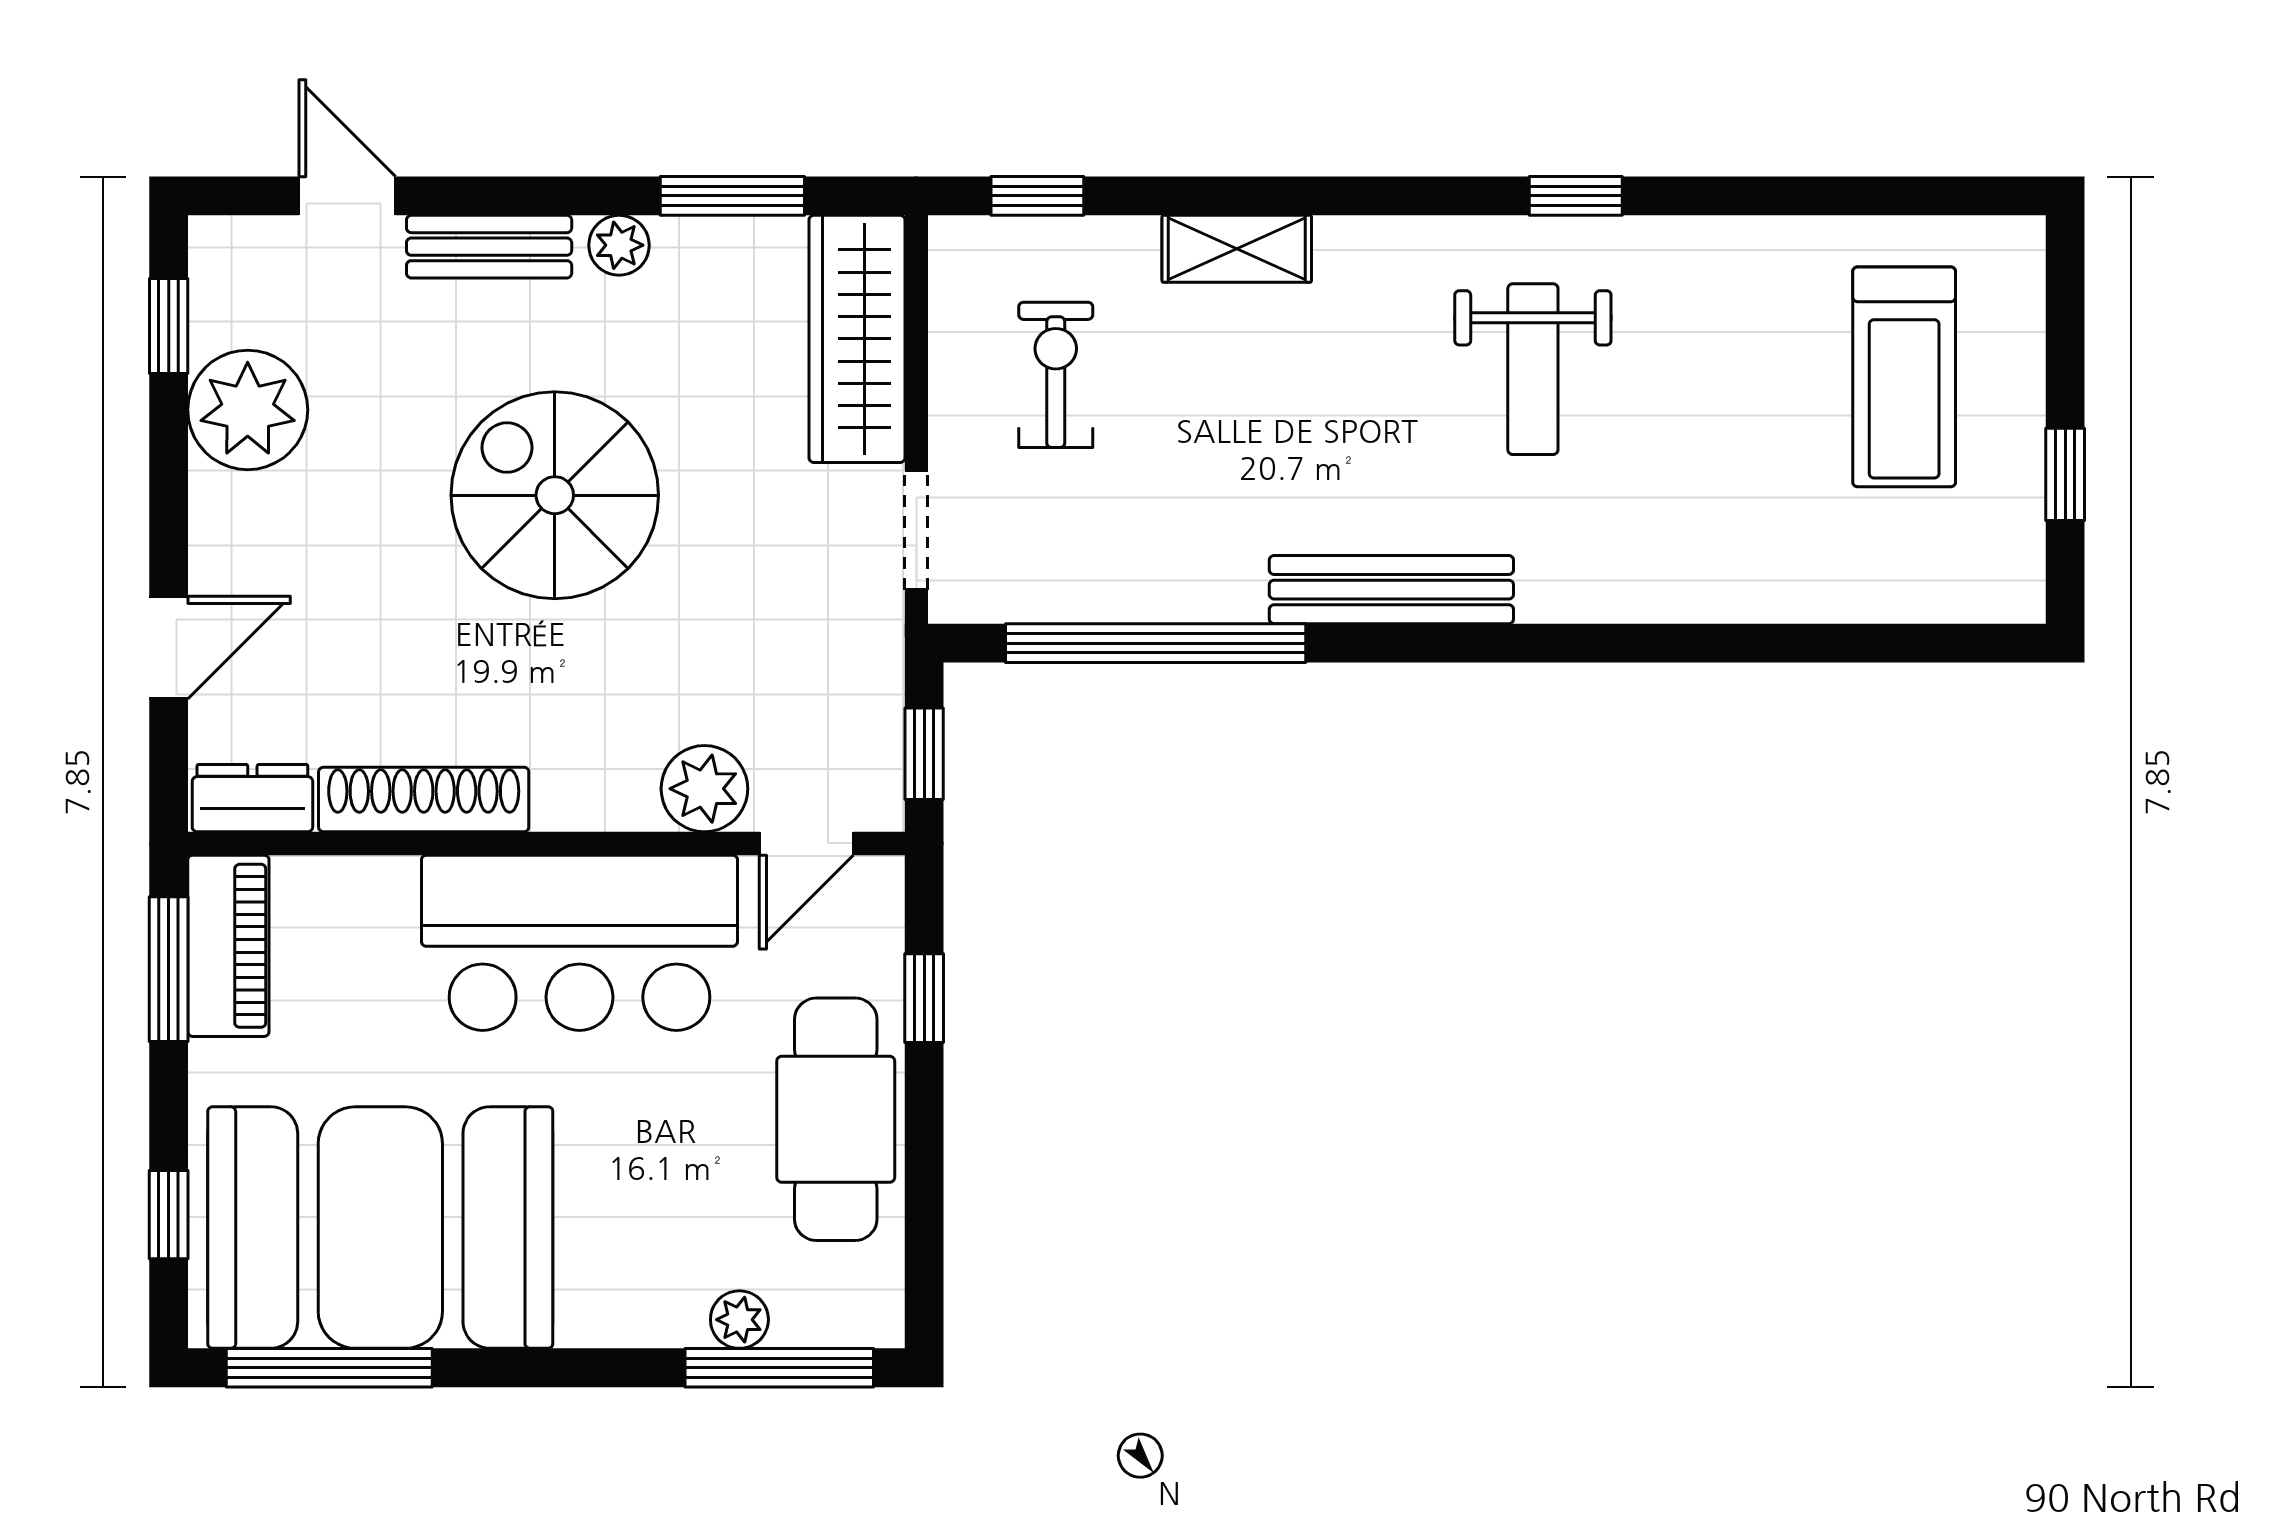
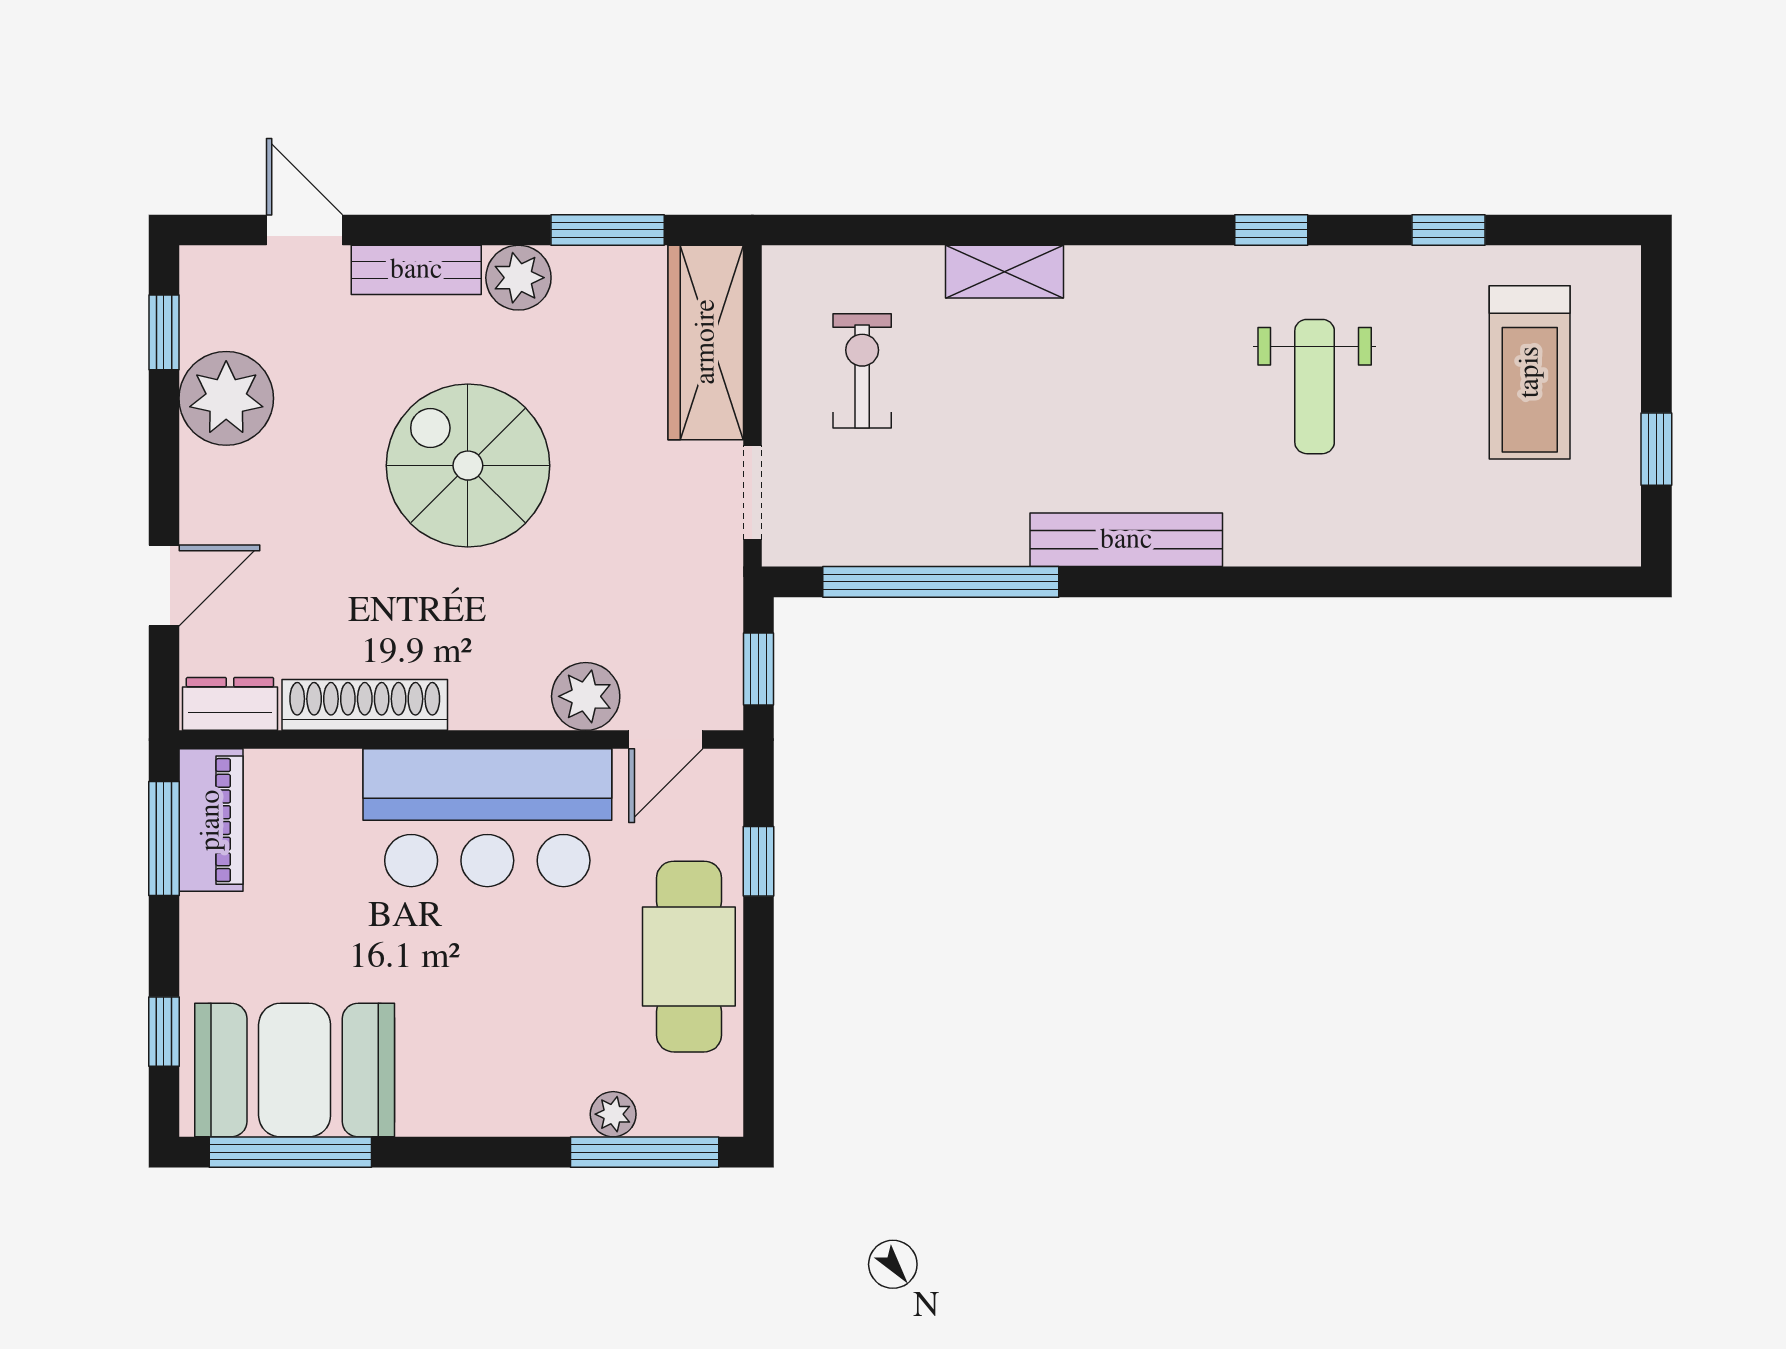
window: (1037, 196) -> (1449, 230), moved
plant: (619, 245) -> (518, 278), width x1.38, depth x1.38
weight bench: (1533, 369) -> (1315, 387), moved
booth: (380, 1228) -> (295, 1070), width x0.73, depth x0.70

